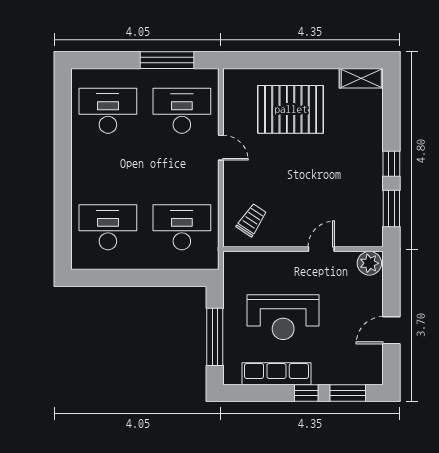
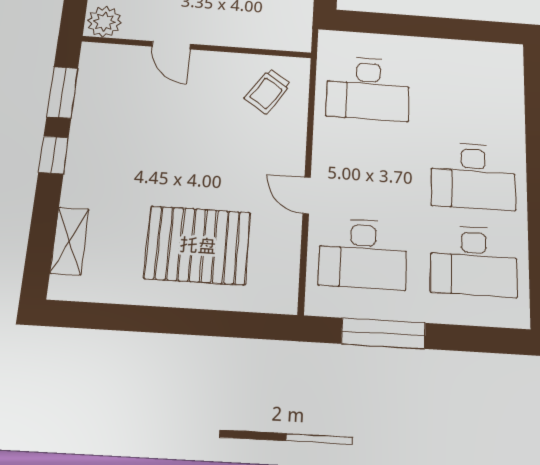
shelving: (361, 78) -> (70, 241), moved, turned 90
desk: (108, 227) -> (473, 176), moved
door: (321, 249) -> (171, 45), hinge flipped

